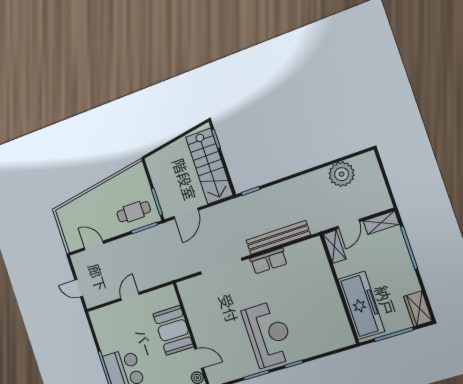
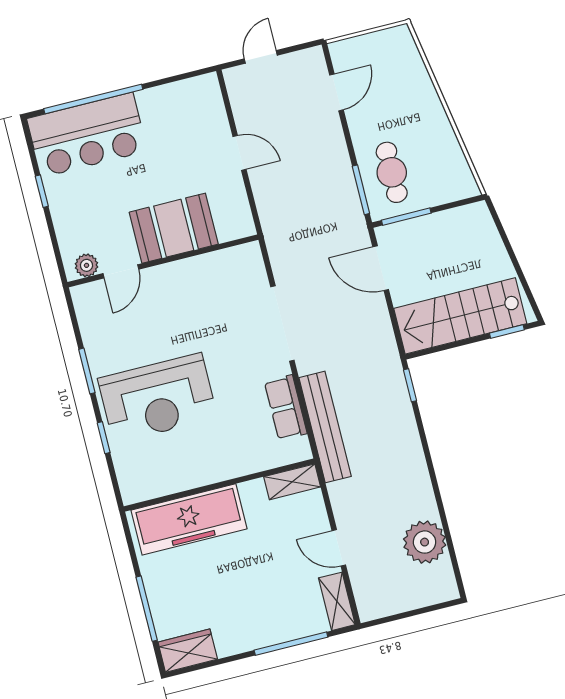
shelving: (334, 247) -> (292, 482), moved
wall: (339, 289) -> (219, 485), moved
freezer: (361, 305) -> (189, 519), moved

